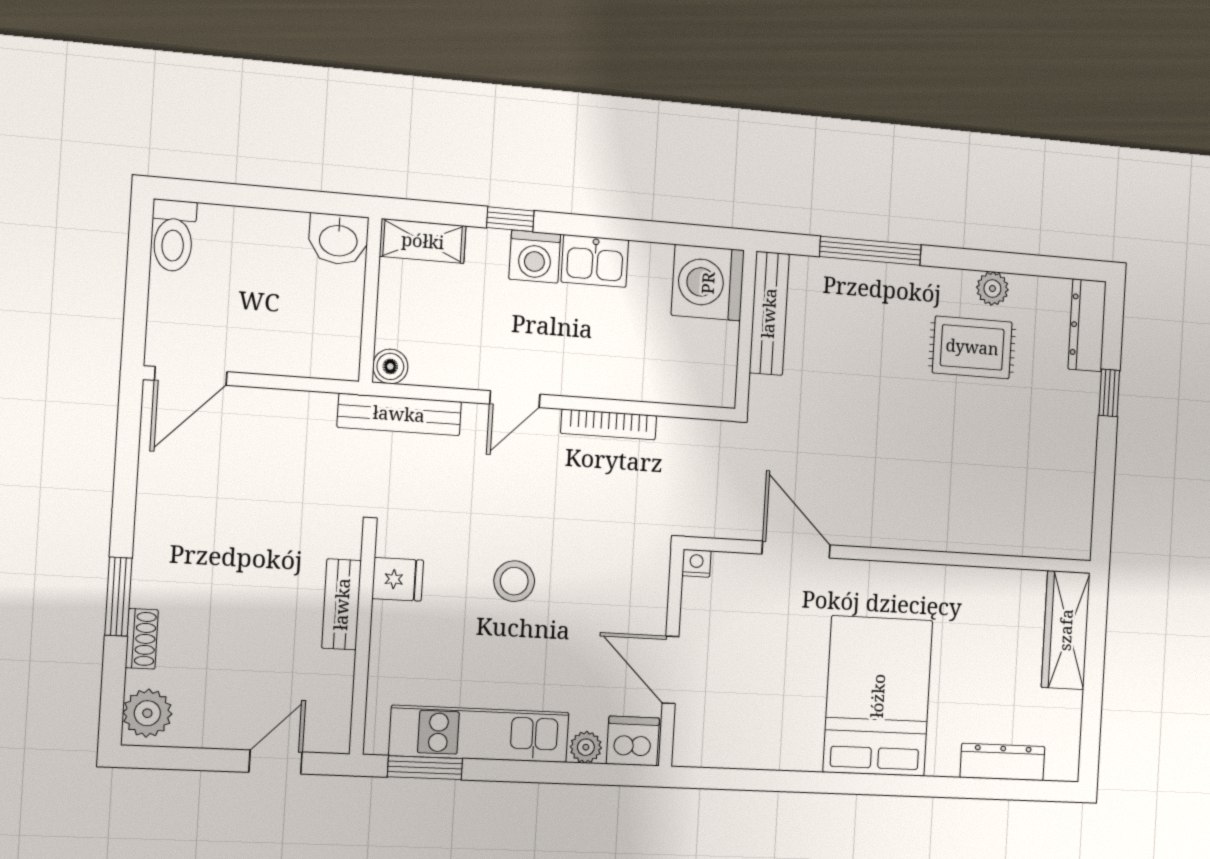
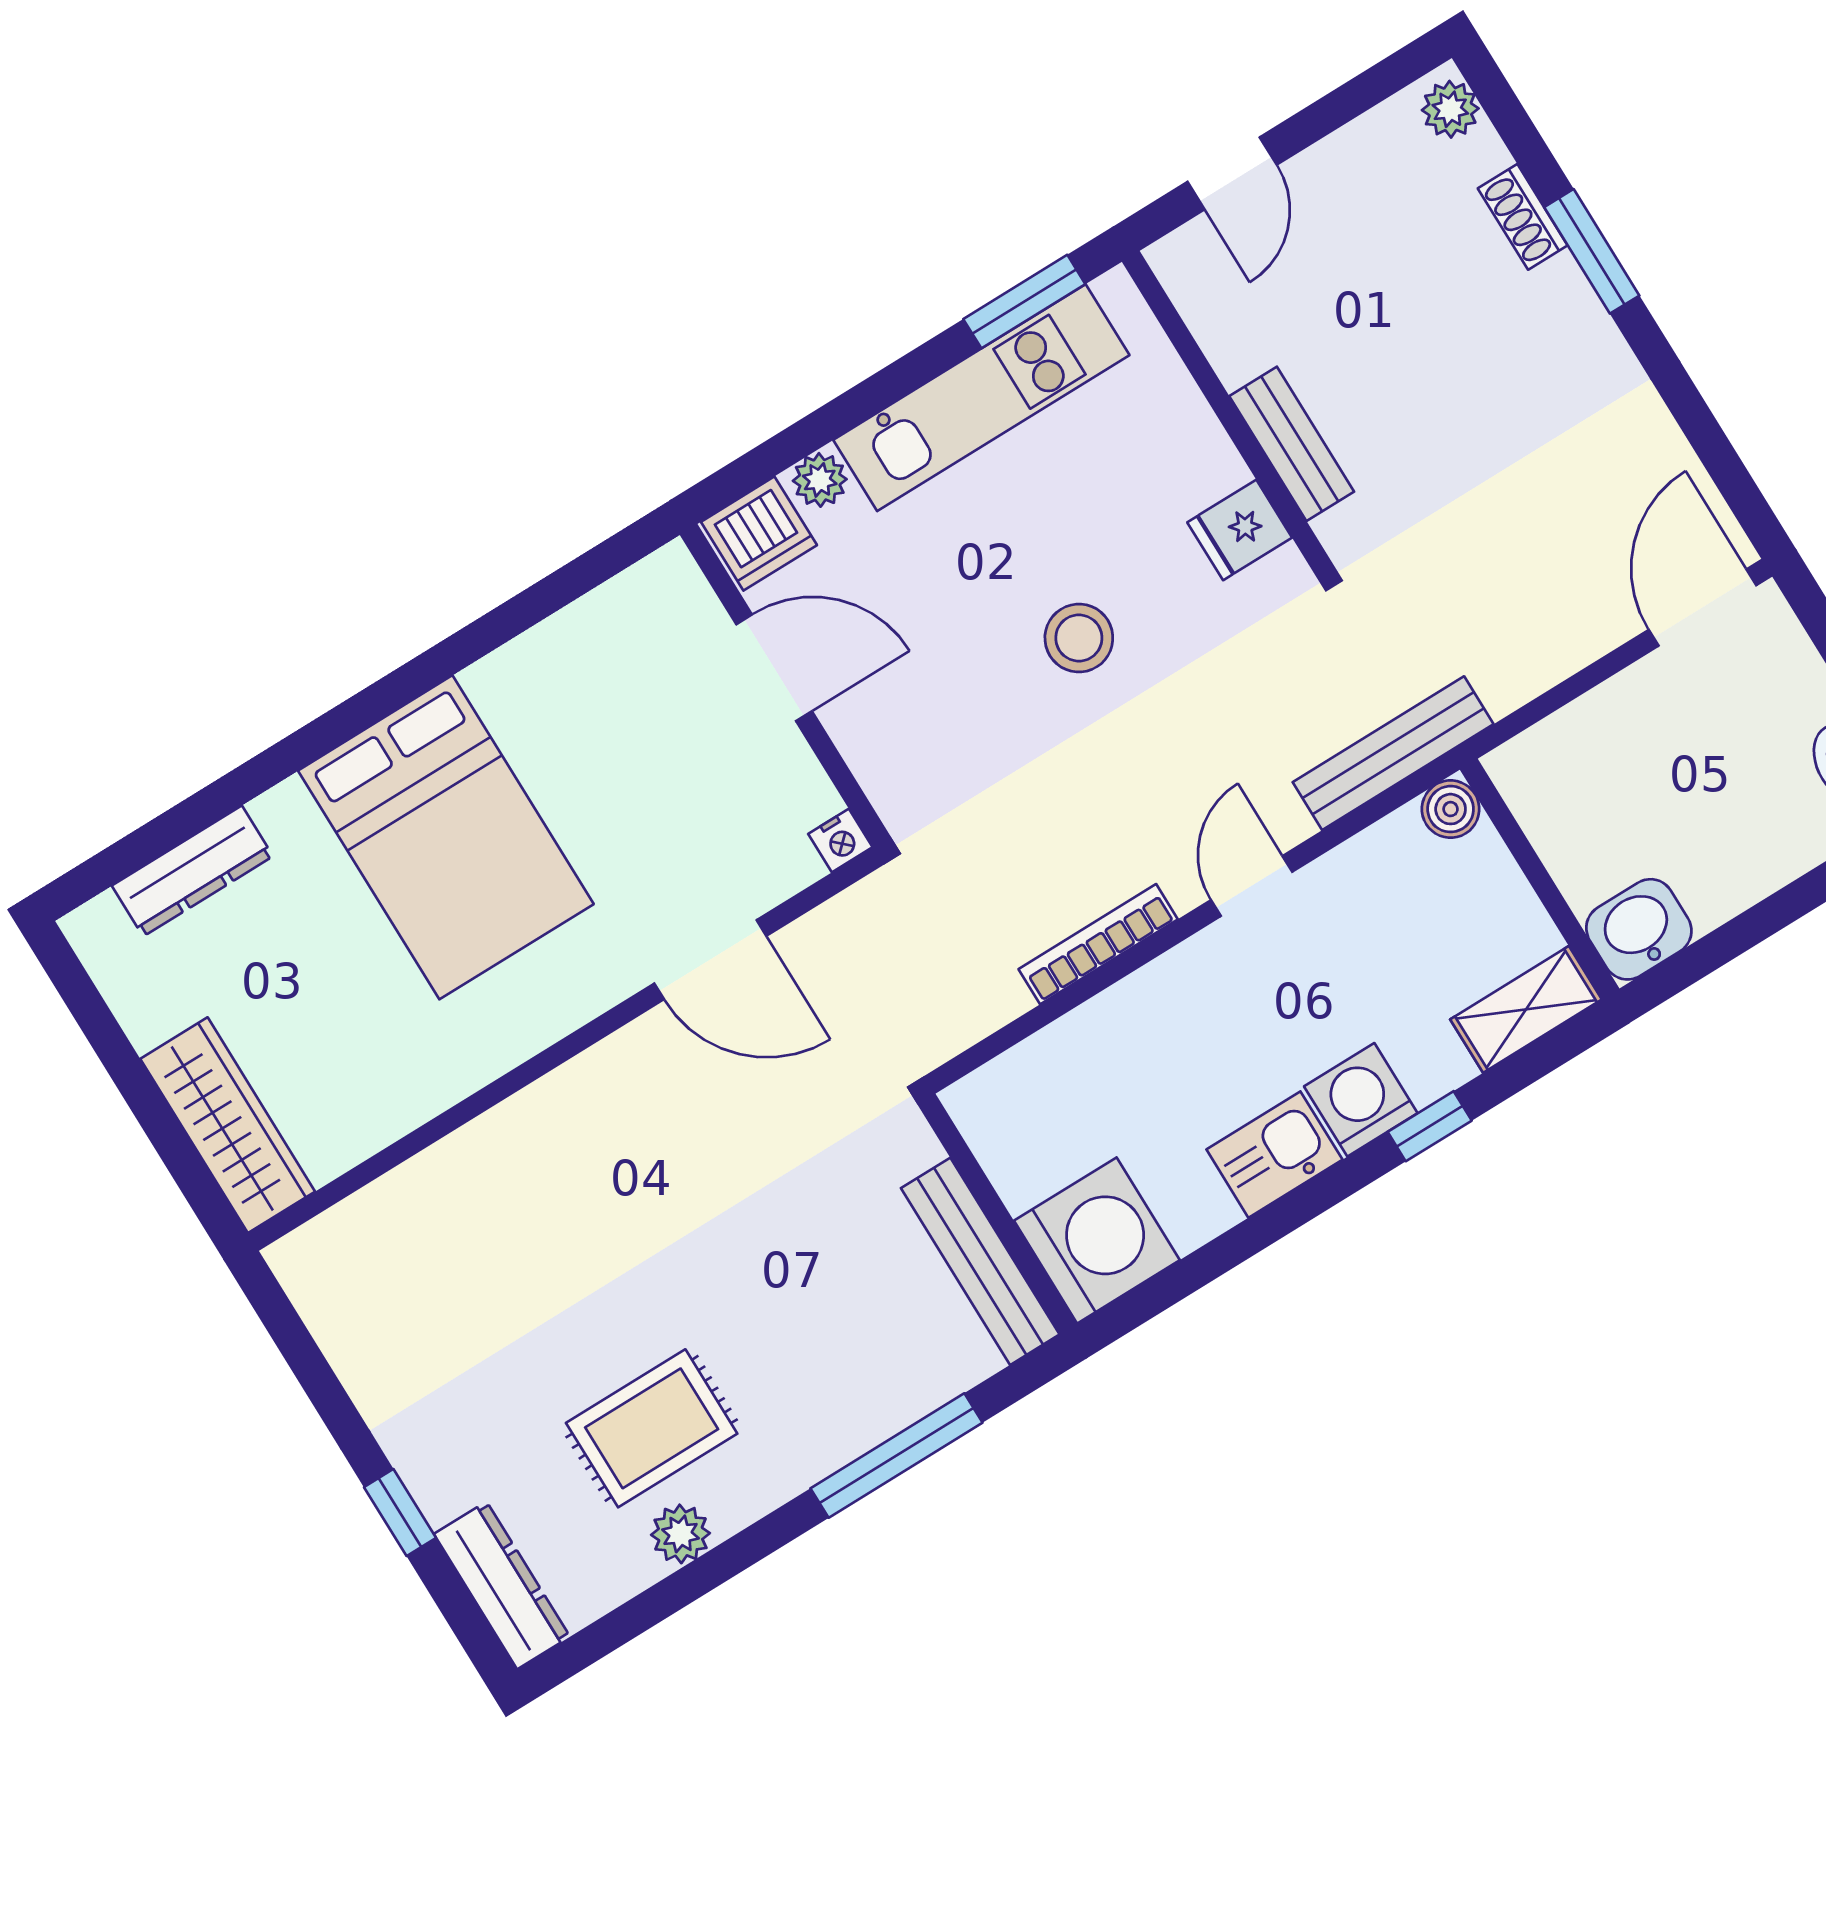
plant: (147, 713) -> (1450, 109), width x0.73, depth x0.73

